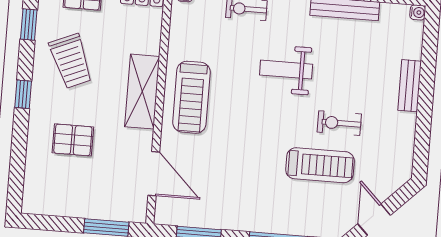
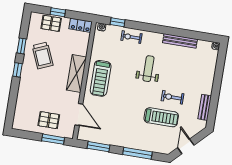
window: (29, 24) -> (22, 46), moved
weight bench: (286, 70) -> (148, 69), turned 90
bench: (410, 86) -> (205, 107), moved
pallet: (73, 140) -> (49, 120), moved

